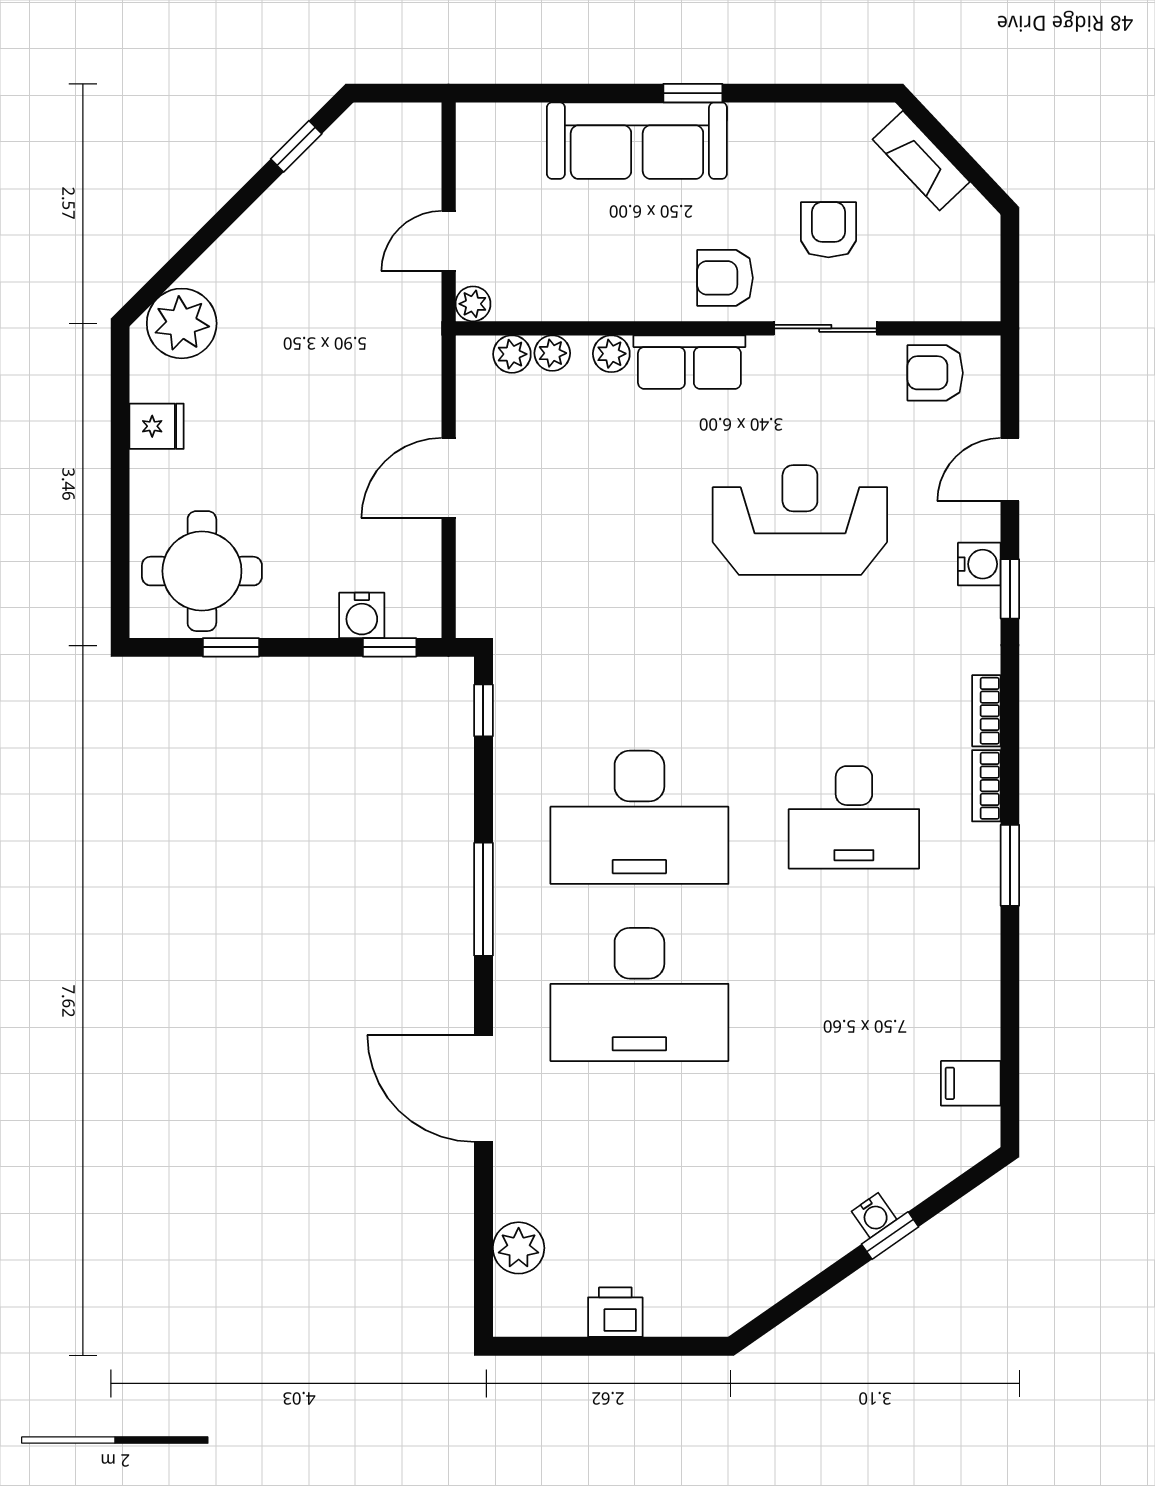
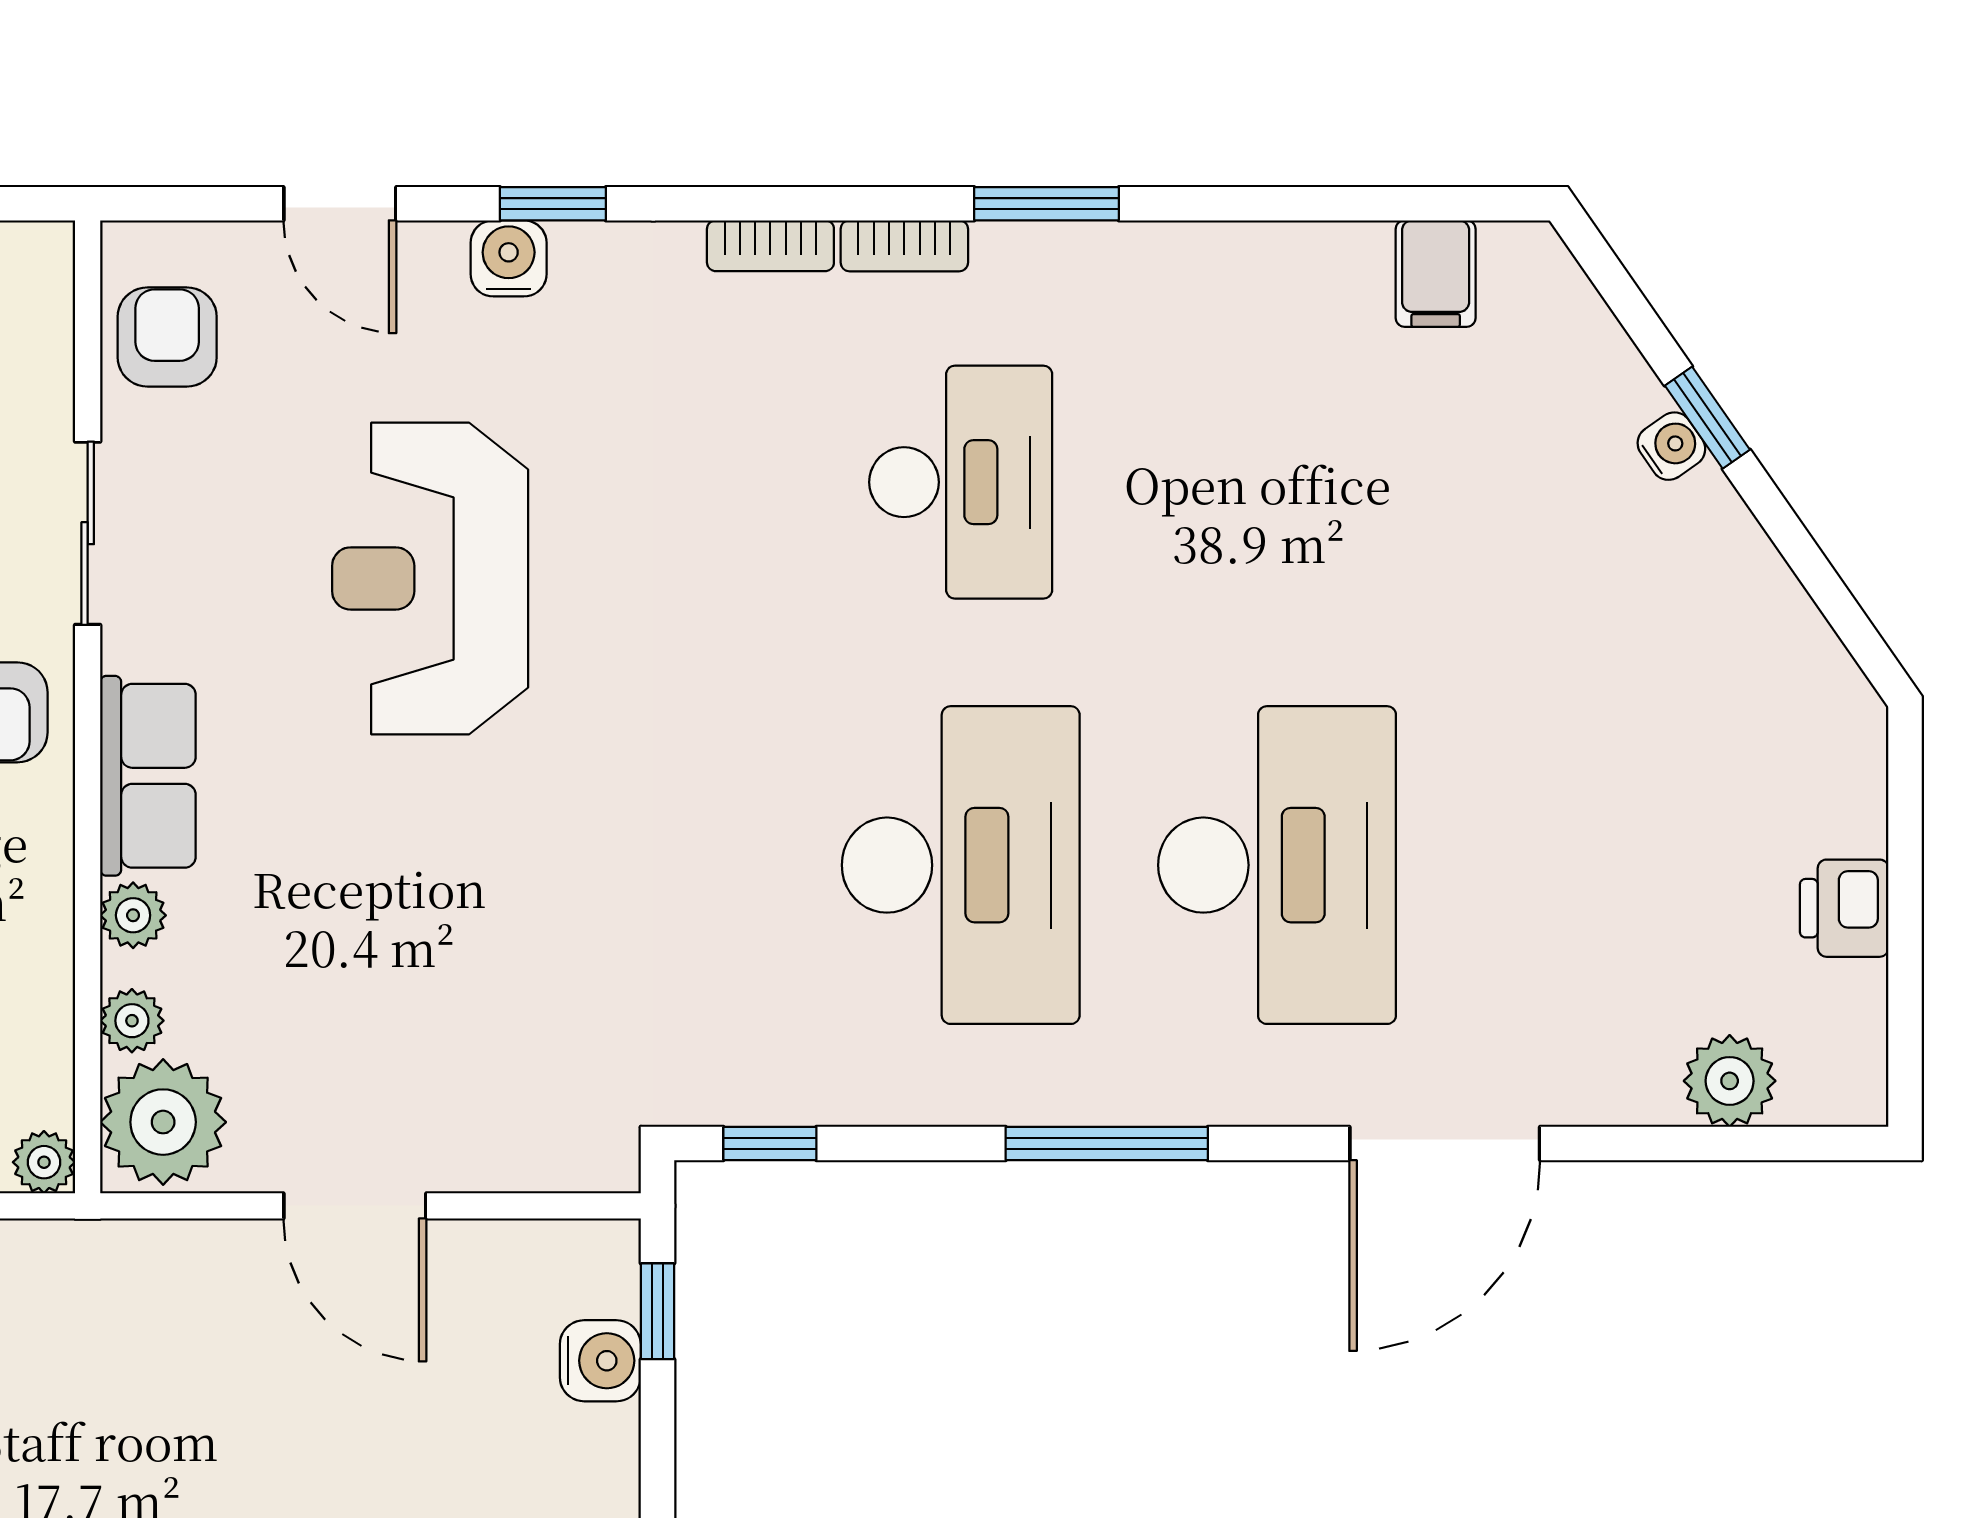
plant: (512, 354) -> (163, 1122), width x1.88, depth x1.88
armchair: (935, 373) -> (167, 337), turned 180

